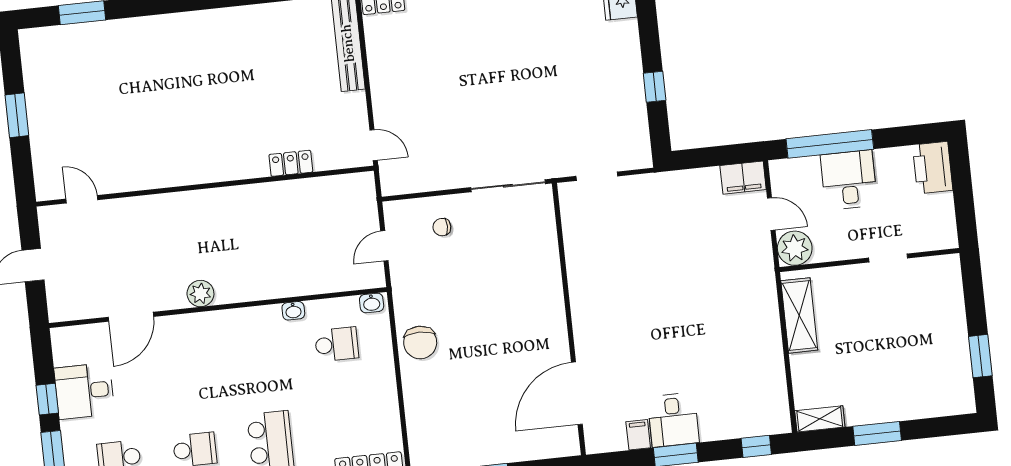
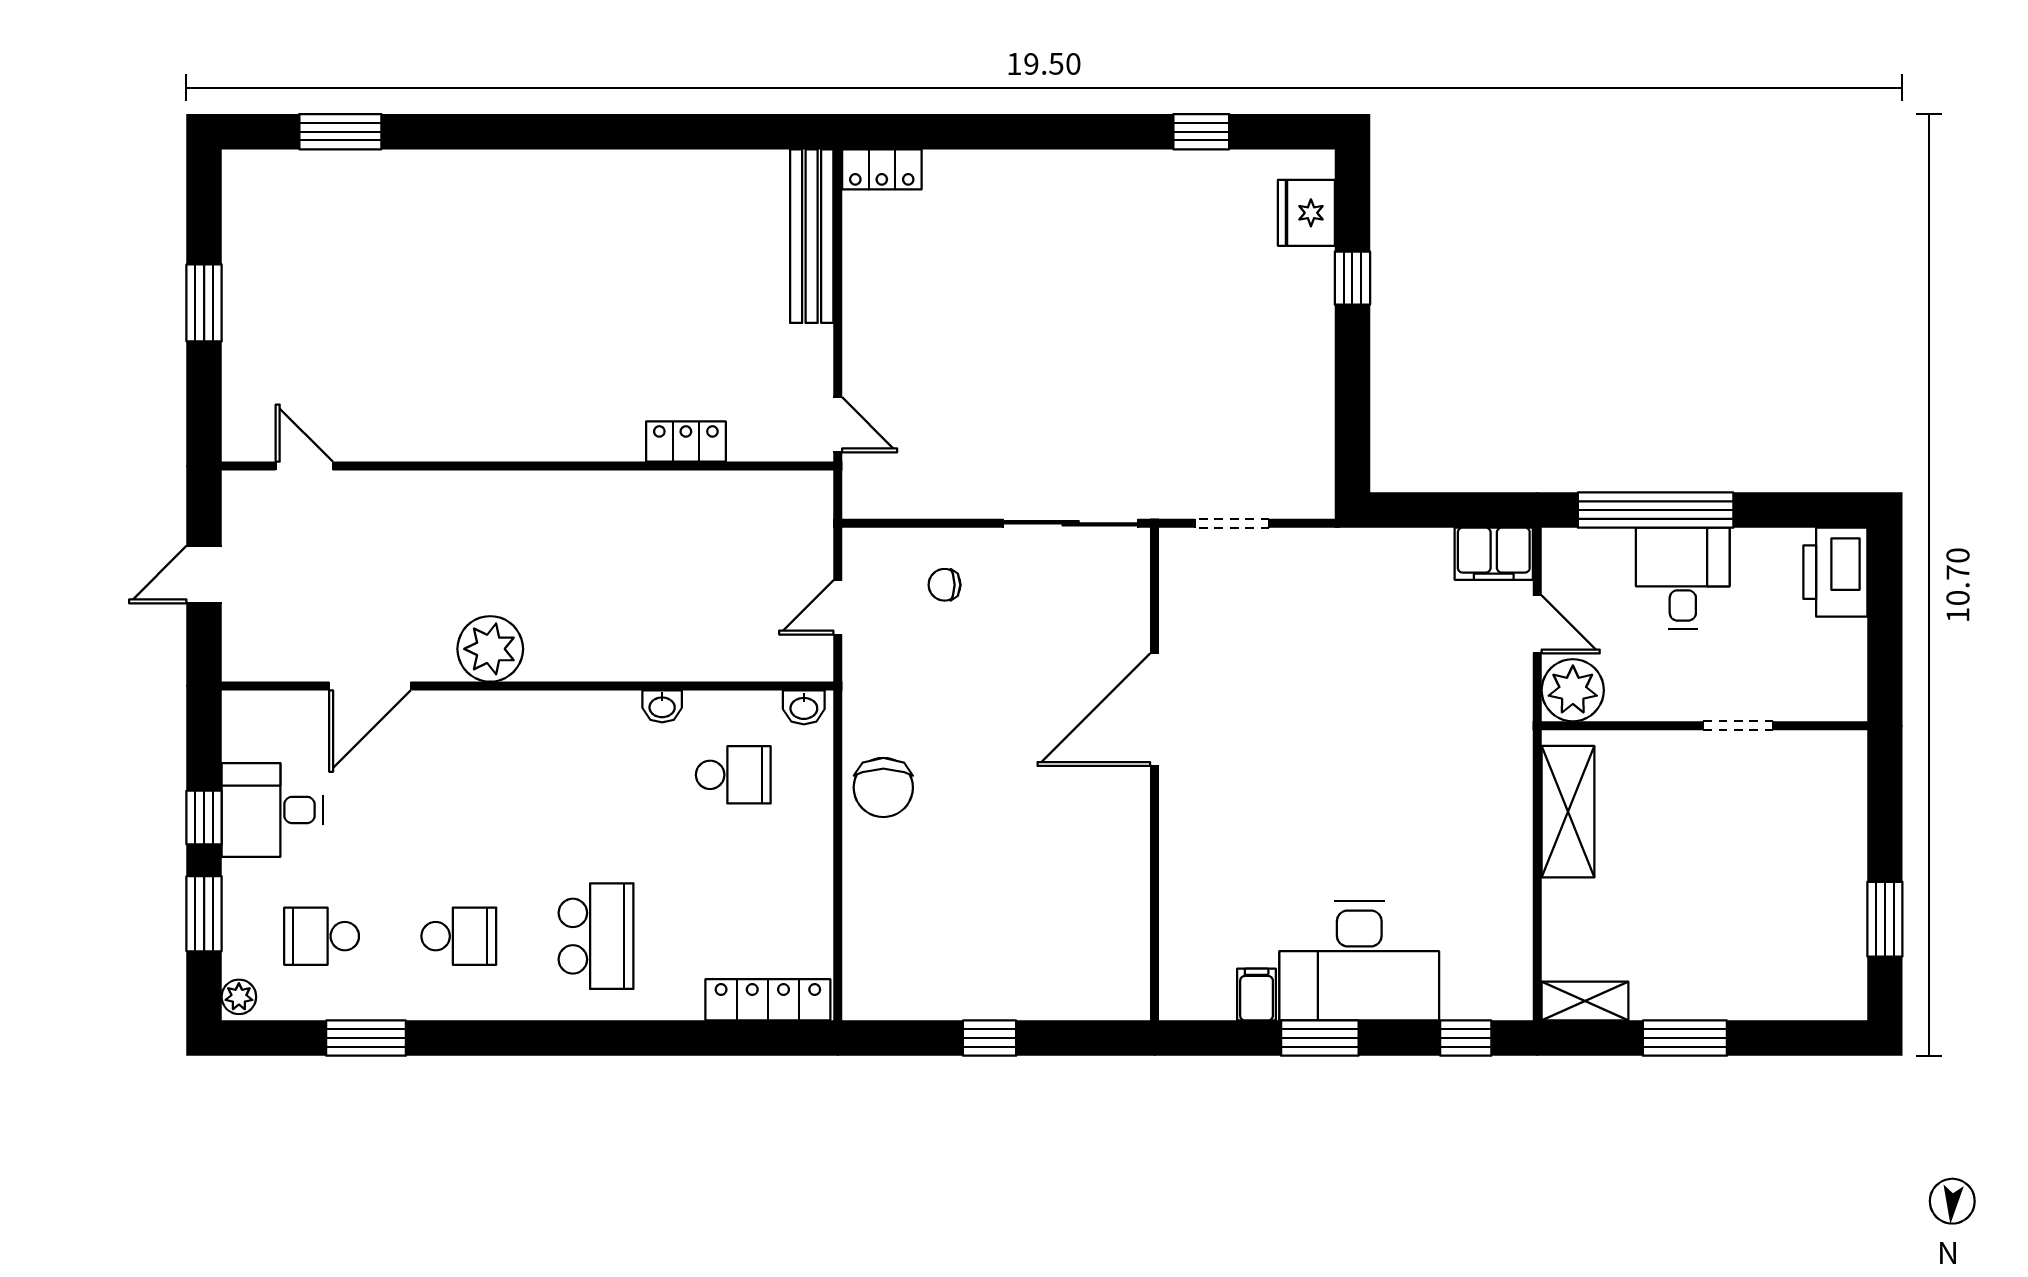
window: (655, 87) -> (1352, 278), moved
plant: (200, 294) -> (490, 649), width x1.36, depth x1.36
door: (577, 393) -> (1154, 710), moved
desk: (673, 420) -> (1359, 961), width x1.87, depth x1.30

